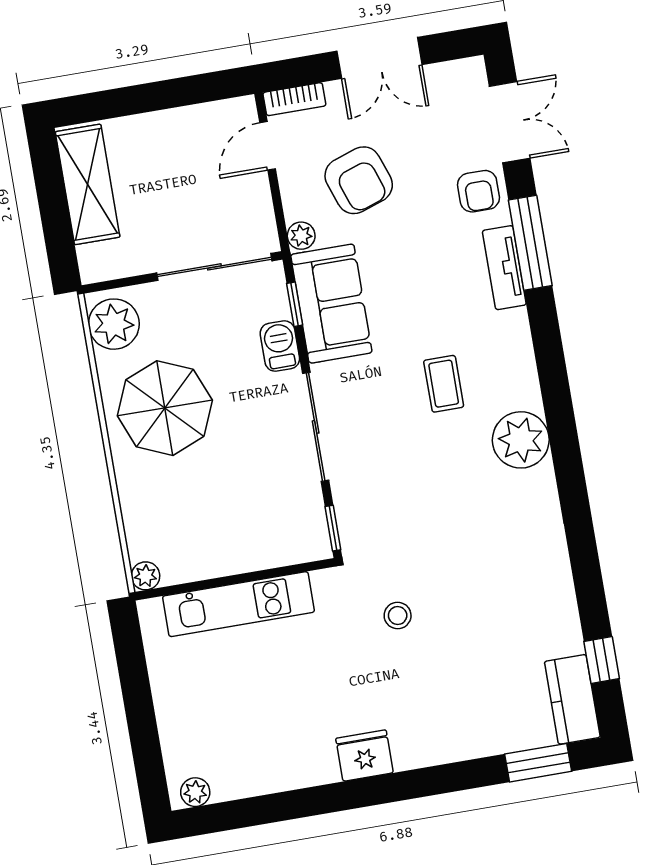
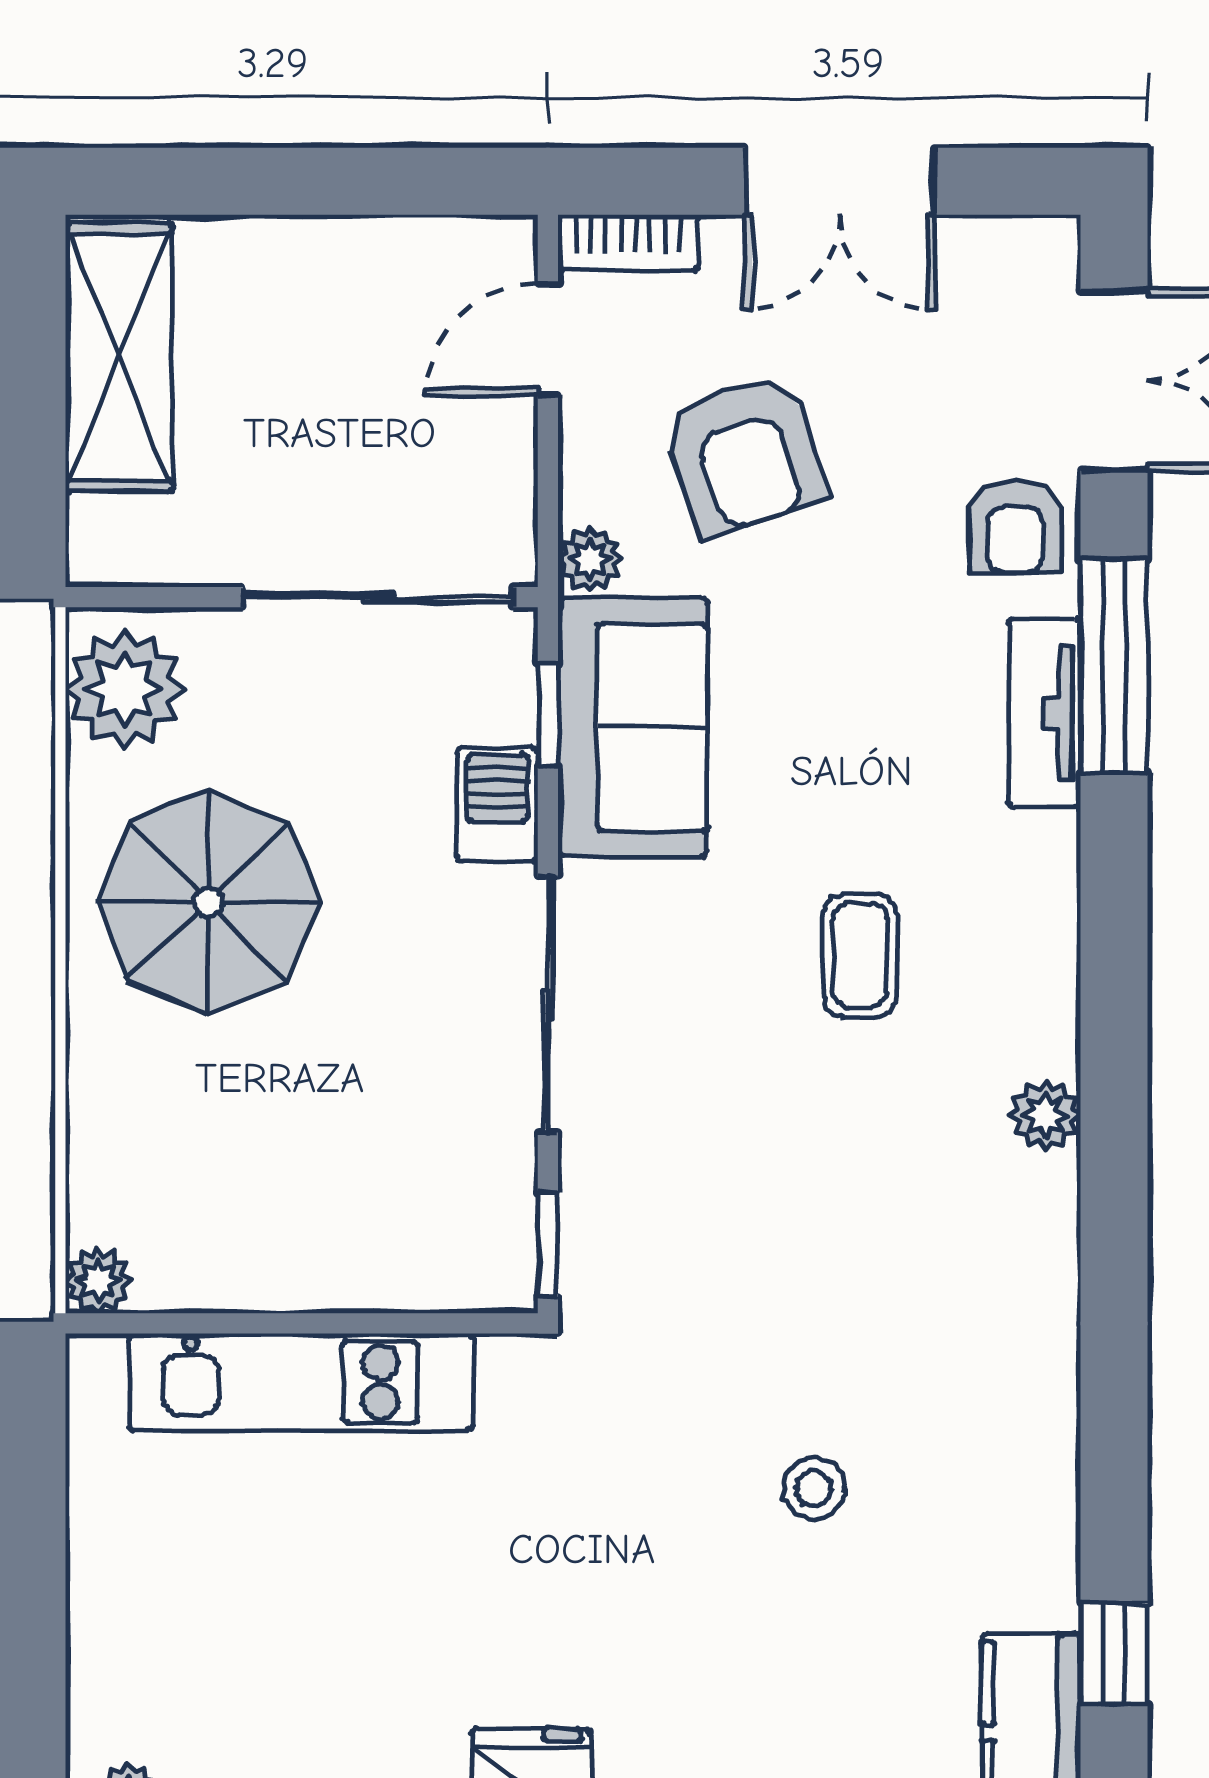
plant: (521, 440) -> (1046, 1115), width x0.53, depth x0.53
stool: (398, 616) -> (814, 1488), moved

